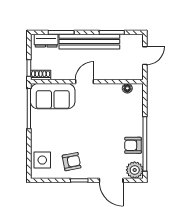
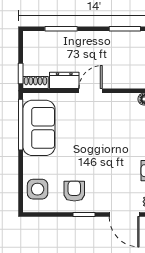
dresser: (46, 41) -> (64, 80), moved, turned 180
bench: (89, 42) -> (97, 40), removed
sofa: (53, 96) -> (39, 128), moved, turned -90
armchair: (72, 162) -> (74, 191), turned -79

